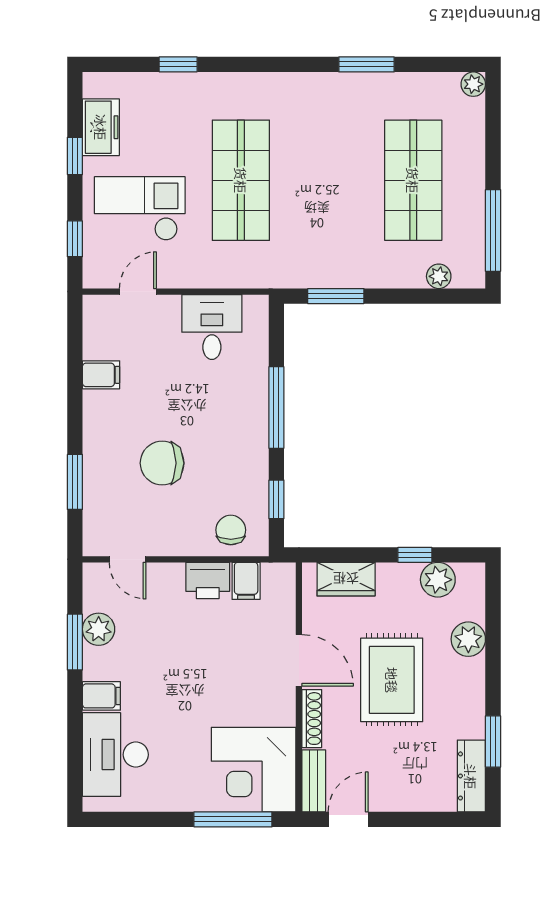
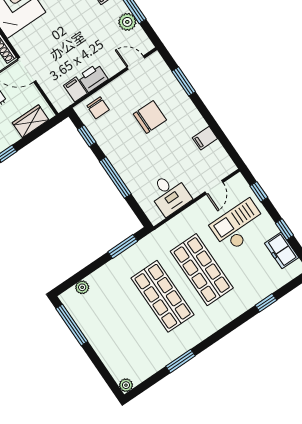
shop shelf: (413, 180) -> (163, 296), moved
checkout: (140, 209) -> (239, 226), turned 180

